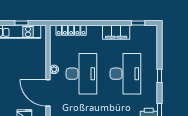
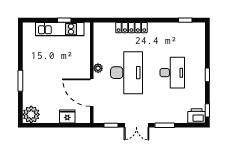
locker: (71, 30) -> (131, 28), moved
filing cabinet: (116, 32) -> (163, 30), removed
desk: (125, 74) -> (172, 73), width x0.73, depth x0.77

